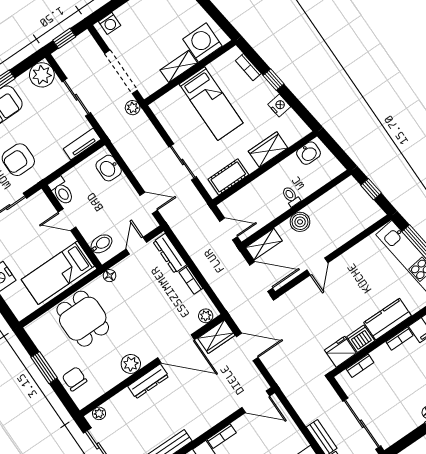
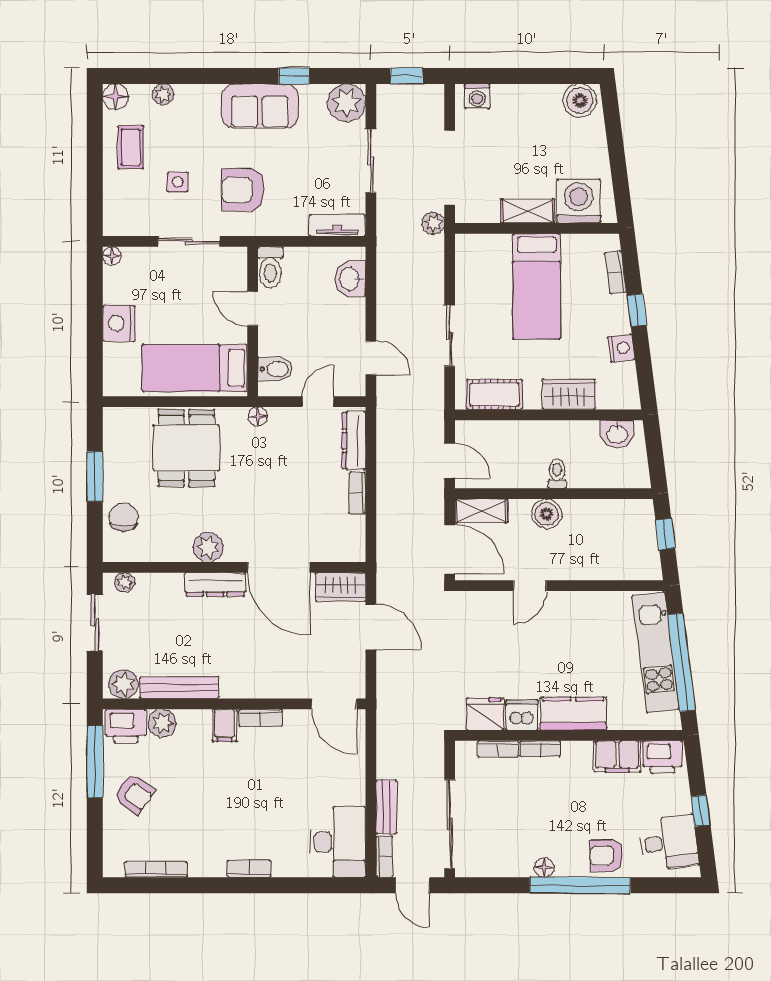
plant: (206, 316) -> (345, 551), removed
bookcase: (400, 339) -> (540, 749), moved

